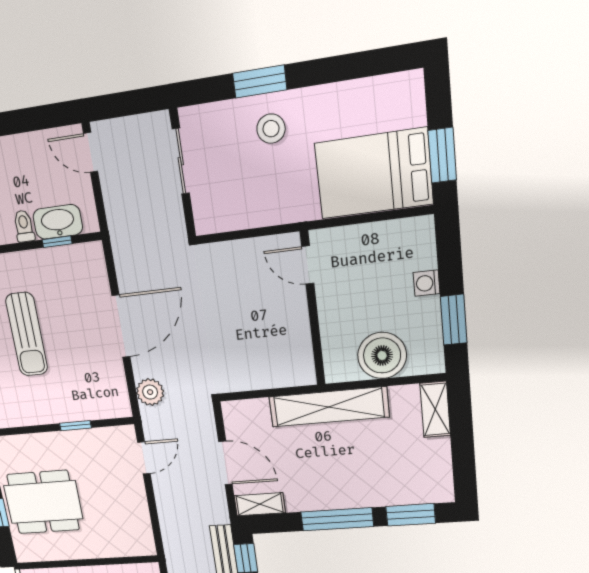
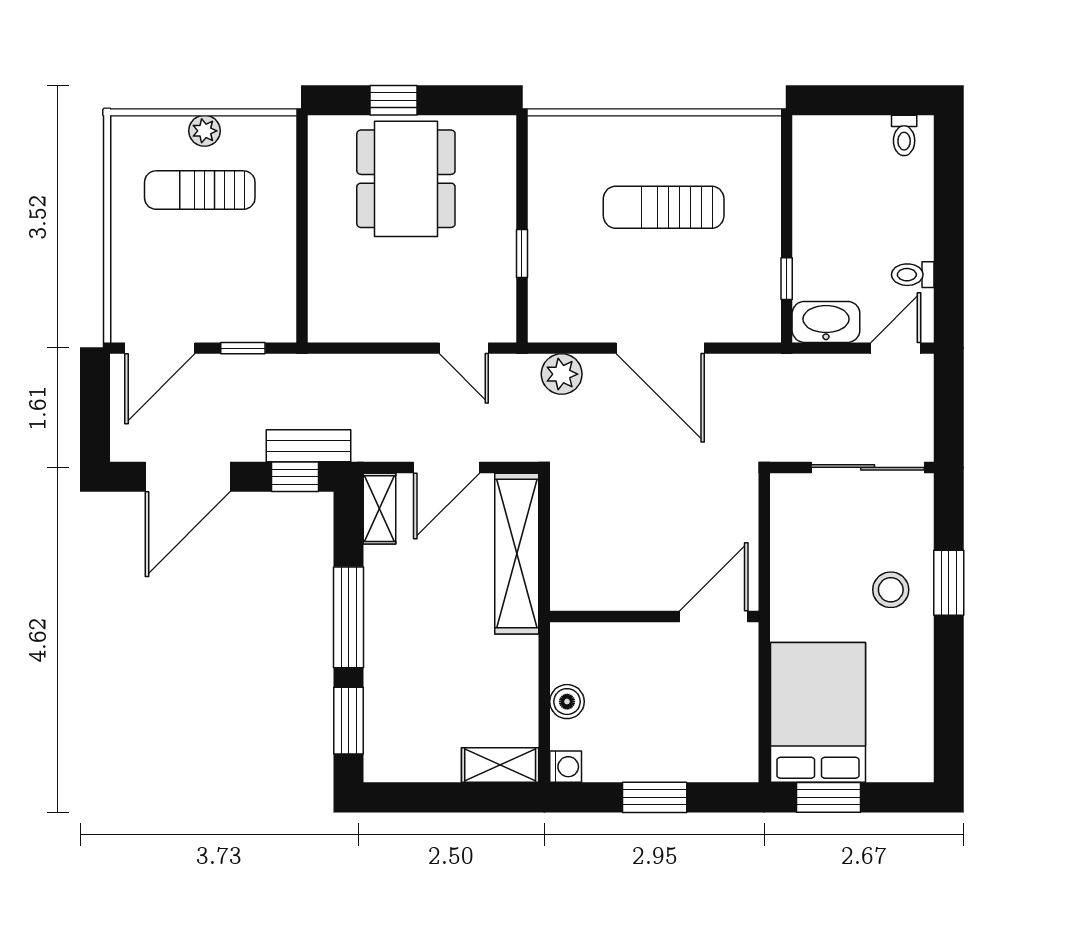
sliding door: (181, 161) -> (868, 467), width x1.37
washbasin: (58, 222) -> (826, 322), moved, turned -90
toilet: (24, 226) -> (913, 275), moved, turned 180
door: (308, 265) -> (714, 617), width x1.38
washing machine: (427, 283) -> (566, 767), moved, turned 90
window: (454, 320) -> (655, 797), moved
boiler: (382, 355) -> (567, 702), width x0.54, depth x0.54
shelving: (329, 407) -> (517, 554), moved

